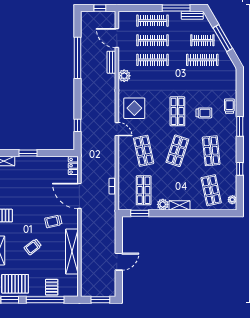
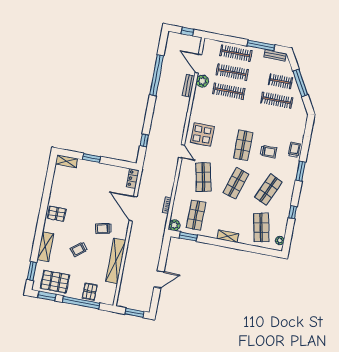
plant: (124, 76) -> (202, 81), moved
shop shelf: (211, 151) -> (268, 189), turned 30
plant: (163, 204) -> (174, 225), moved

